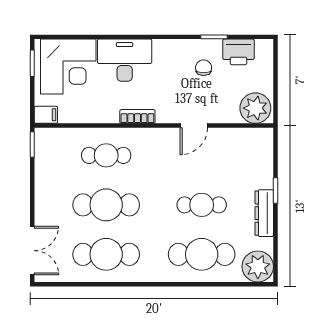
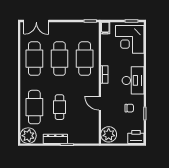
printer: (238, 52) -> (136, 137), moved, turned 90
desk: (125, 60) -> (133, 80), moved
cafe table: (106, 155) -> (85, 59), width x1.37, depth x1.35

